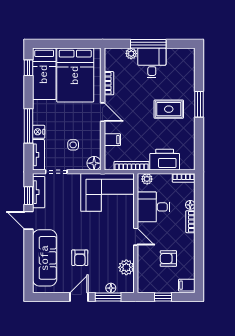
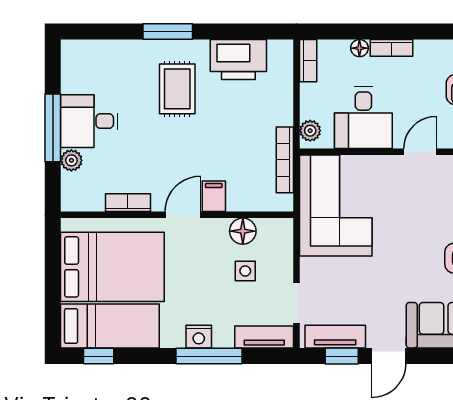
nightstand: (39, 132) -> (199, 337), moved
filing cabinet: (112, 140) -> (214, 196), moved
printer: (165, 160) -> (238, 59), moved, turned -90
floor lamp: (94, 163) -> (243, 231), moved

